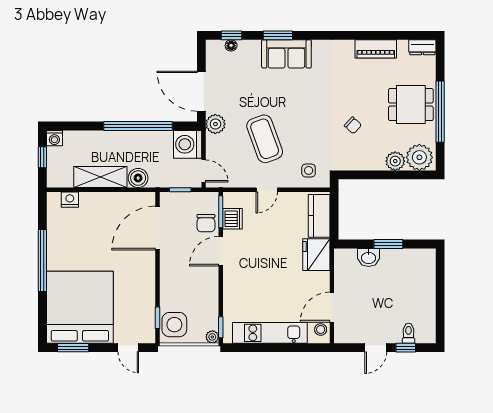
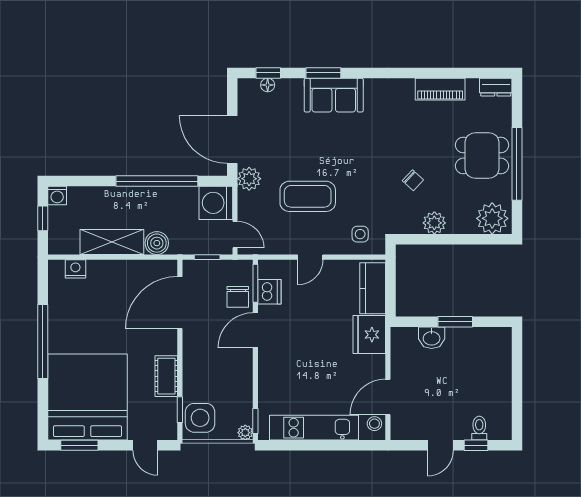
coffee table: (265, 139) -> (308, 196), turned -70
plant: (395, 161) -> (434, 223), moved
cot: (146, 290) -> (166, 376), added

